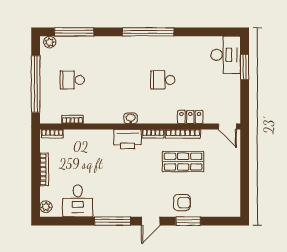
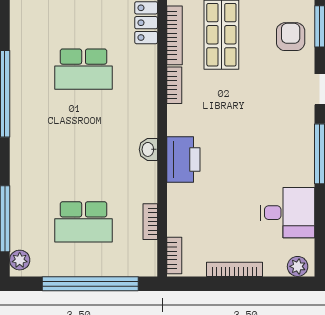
school desk: (72, 80) -> (84, 222), width x1.85
school desk: (163, 80) -> (84, 69), width x1.85
washbasin: (131, 118) -> (148, 149), moved
printer: (128, 139) -> (183, 160), moved

